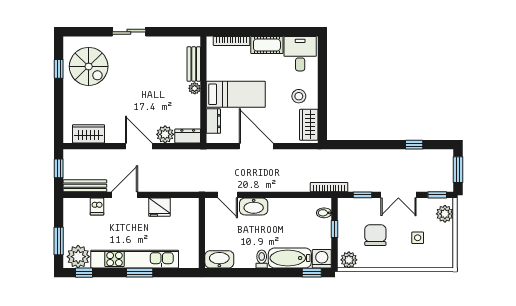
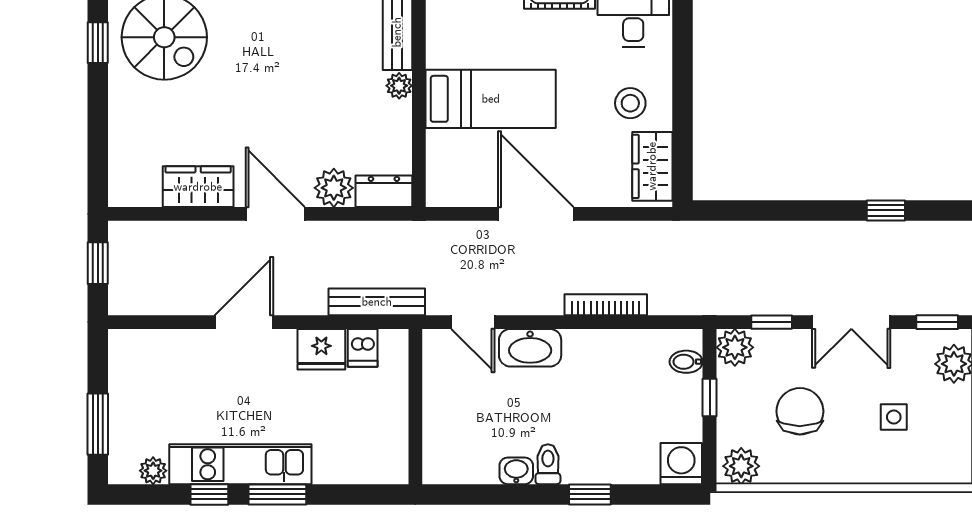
dresser: (213, 121) -> (441, 158), removed
wardrobe: (89, 134) -> (198, 187), moved
bench: (85, 186) -> (377, 302), moved
bookcase: (329, 187) -> (606, 305), moved
plant: (346, 206) -> (735, 347), added
dishwasher: (97, 207) -> (363, 348), moved
plant: (78, 257) -> (153, 471), width x0.53, depth x0.53
bathtub: (290, 258) -> (610, 462), removed
kitchen unit: (135, 259) -> (240, 464), width x0.73
washbasin: (219, 259) -> (516, 471), moved, width x0.52, depth x0.69
window: (84, 273) -> (209, 494), moved
window: (312, 273) -> (590, 494), moved

